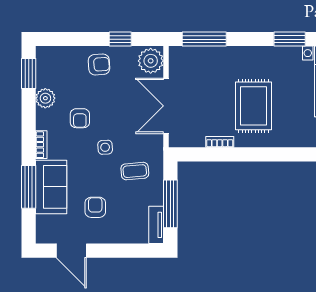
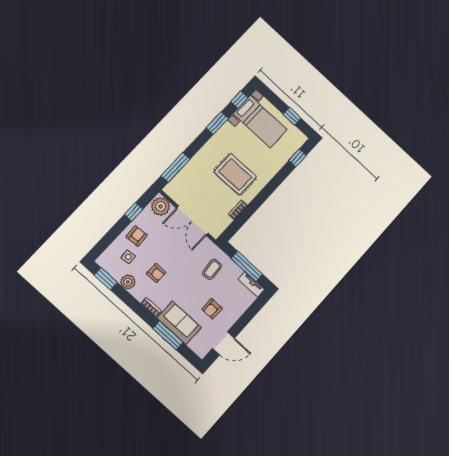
side table: (105, 147) -> (128, 257), moved
armchair: (95, 207) -> (212, 309), turned -90

